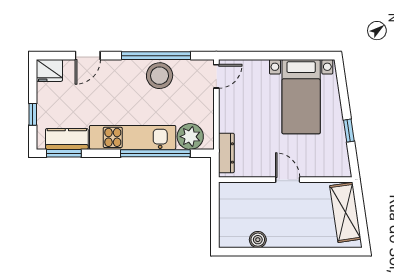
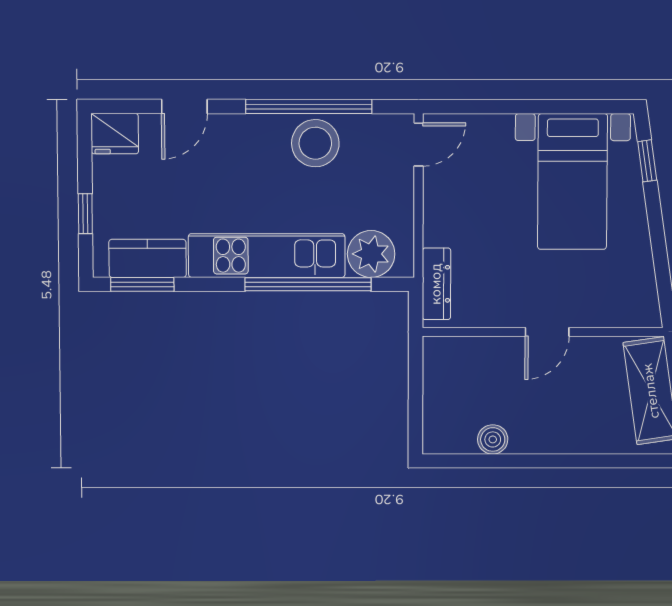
window: (349, 131) -> (647, 161), moved
door: (288, 180) -> (547, 332), swing flipped

